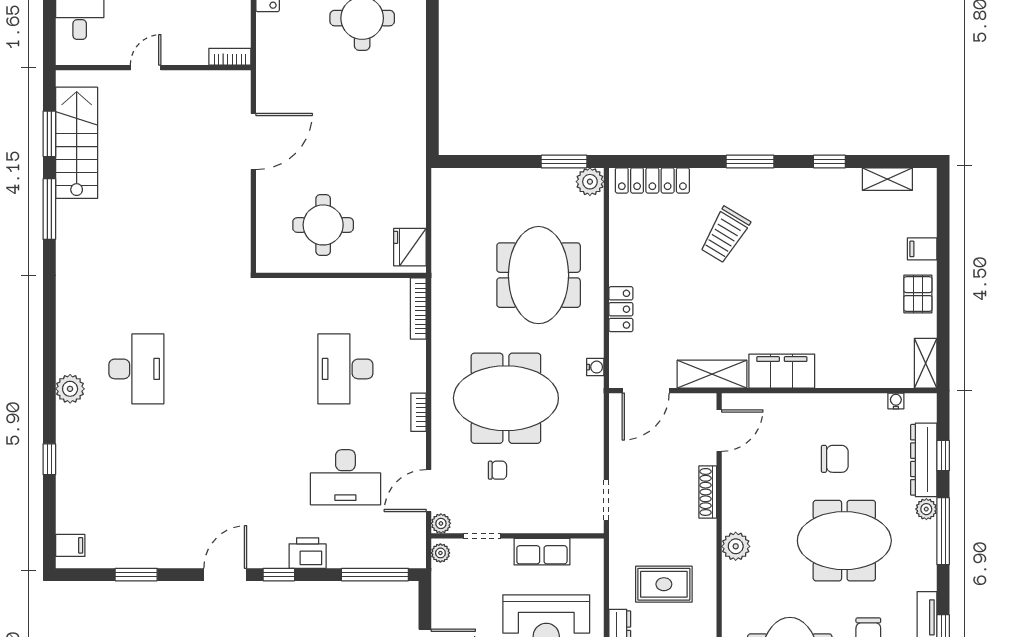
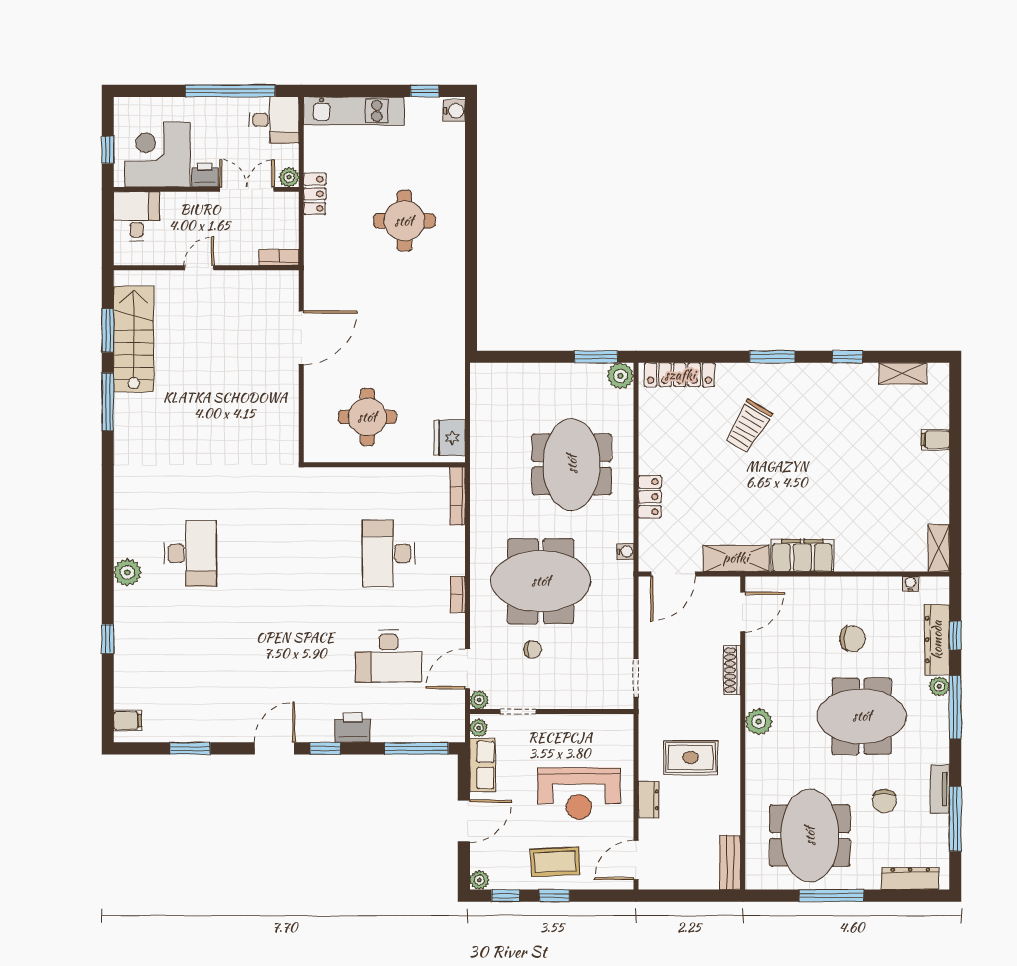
pallet: (918, 294) -> (931, 482), removed
row of seats: (542, 552) -> (482, 765), moved, turned -90

